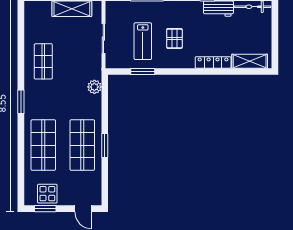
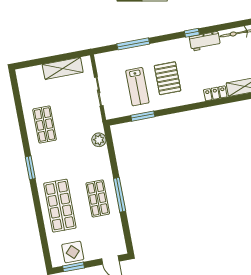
pallet: (174, 38) -> (168, 78), width x1.50, depth x1.42
locker: (213, 62) -> (215, 93), width x0.66
shop shelf: (82, 145) -> (98, 198), width x0.70, depth x0.74
window: (105, 145) -> (120, 195), width x1.44

